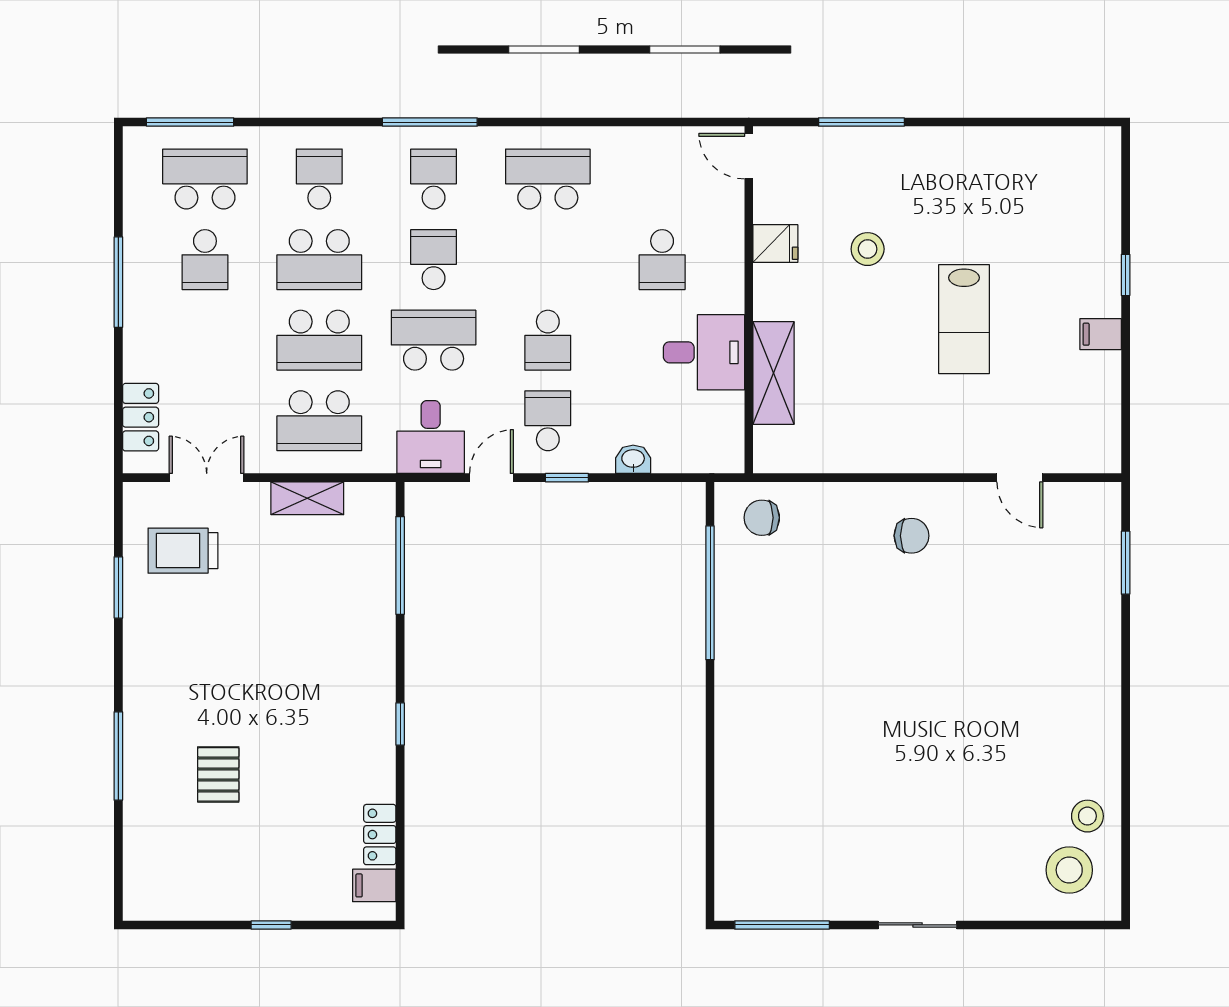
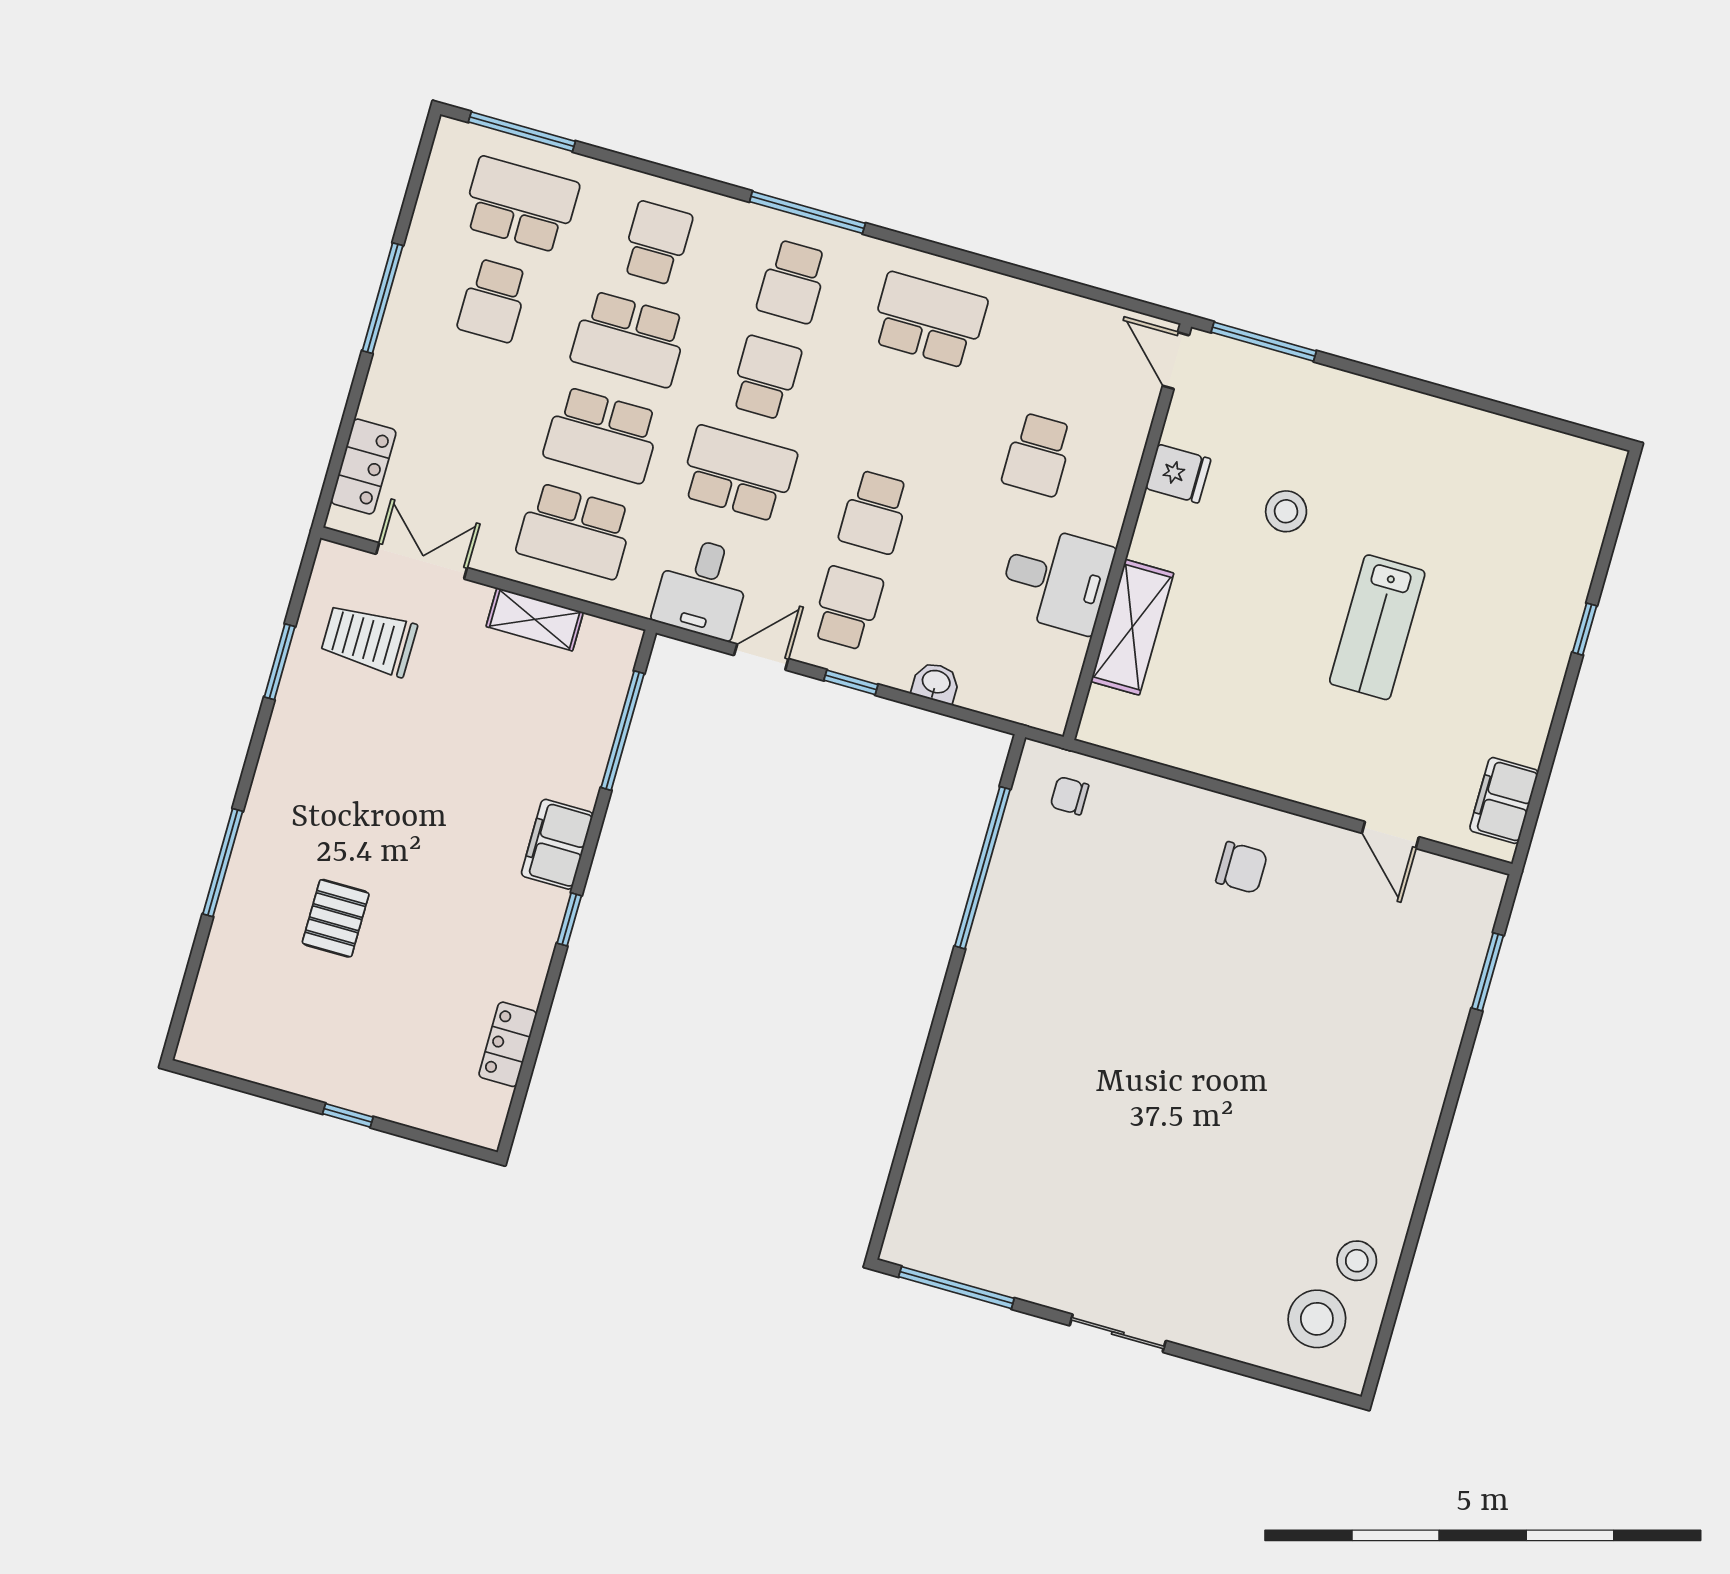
window: (861, 122) -> (1264, 342), moved
school desk: (434, 179) -> (793, 282), turned 180
filing cabinet: (1101, 334) -> (1504, 800), moved, width x2.00
chair: (762, 518) -> (1069, 796), width x0.73, depth x0.73
filing cabinet: (374, 885) -> (557, 844), moved, width x2.00

